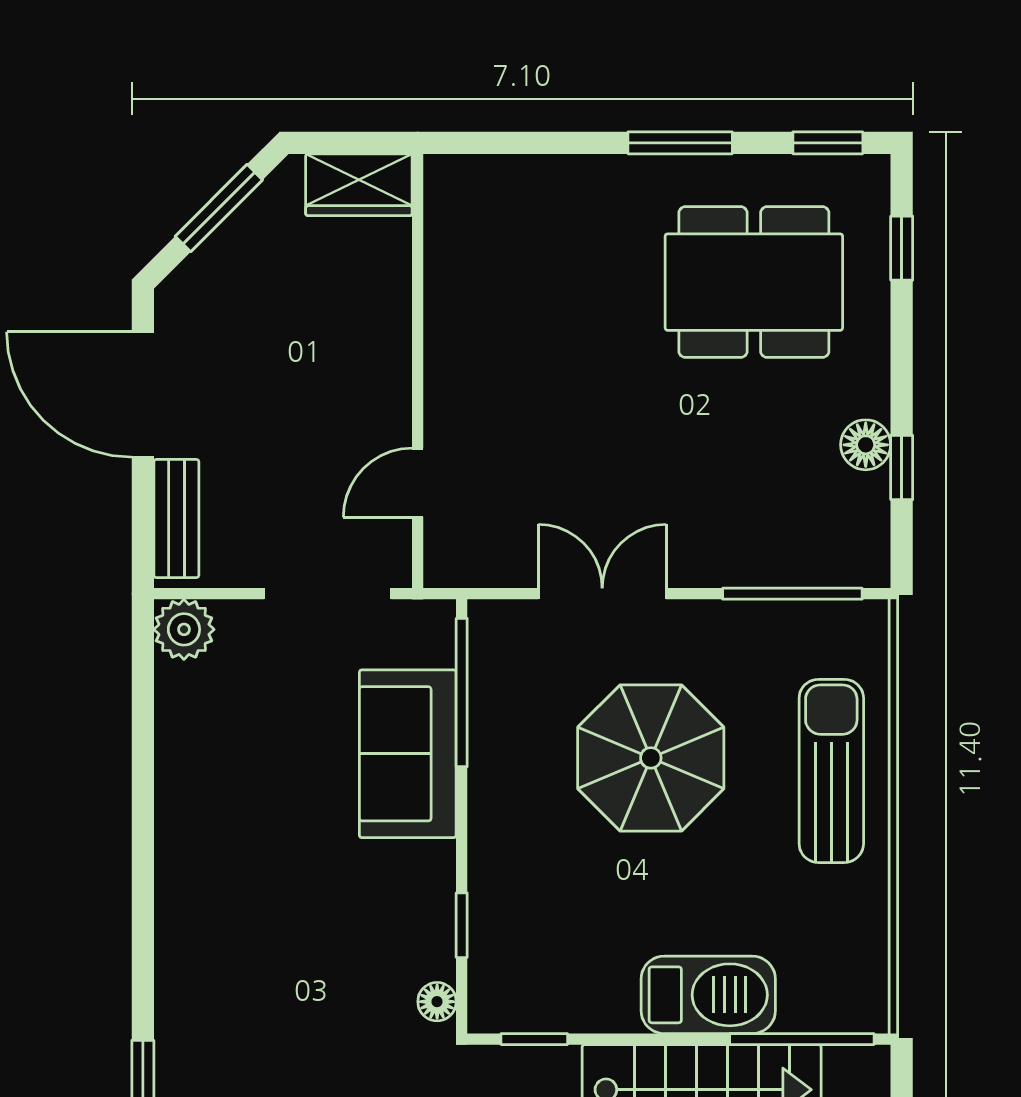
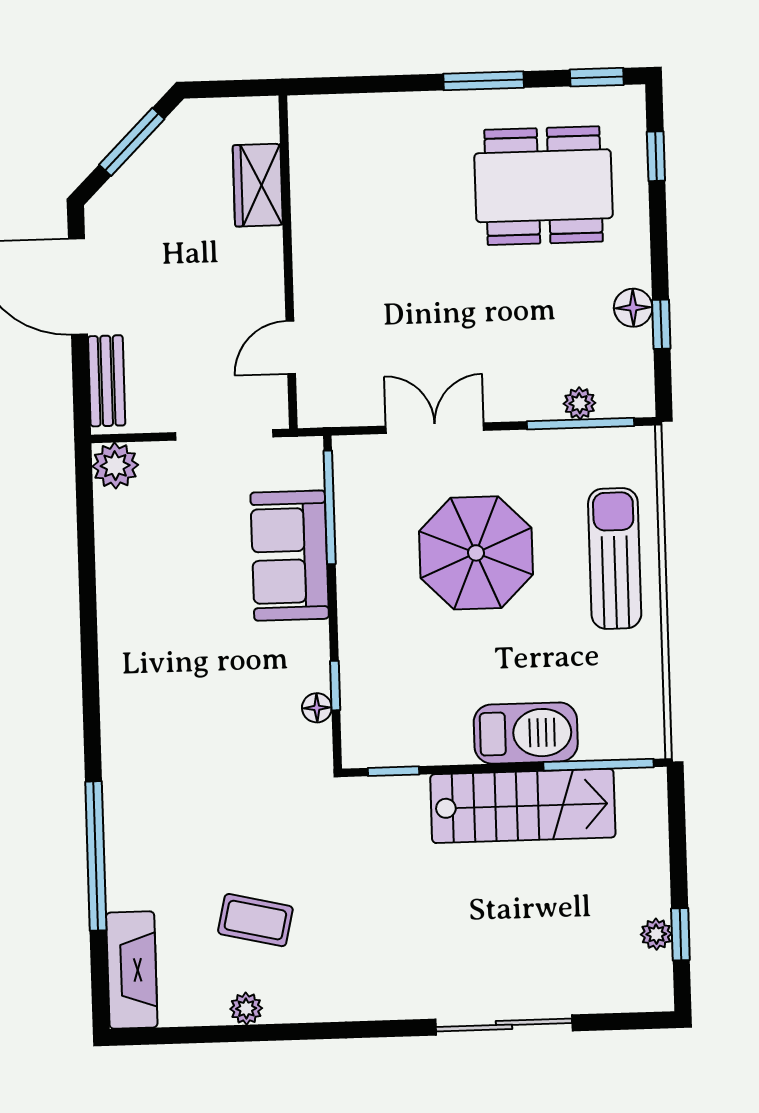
wardrobe: (359, 185) -> (258, 185), moved, turned 90
plant: (792, 567) -> (580, 403), added
floor lamp: (437, 1002) -> (317, 708), moved

